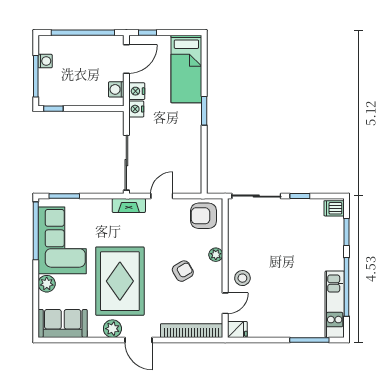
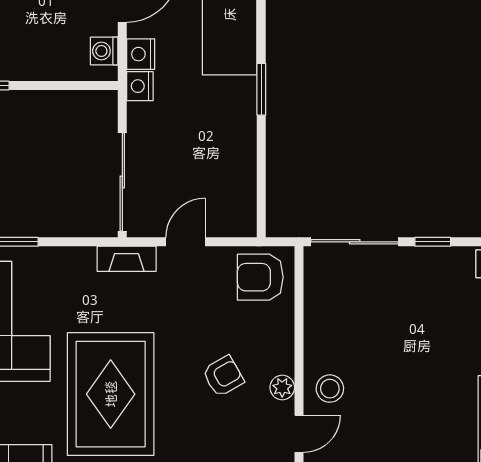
plant: (216, 255) -> (282, 387), moved

